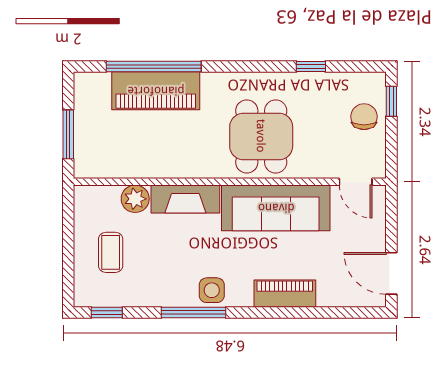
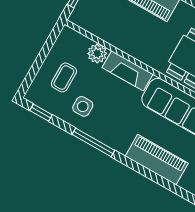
side table: (212, 290) -> (83, 106), moved
piano: (285, 294) -> (157, 160), width x1.37, depth x1.33

